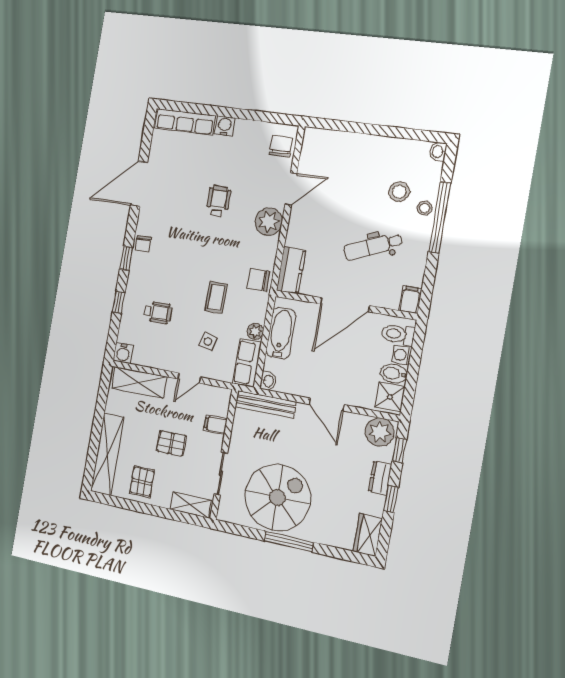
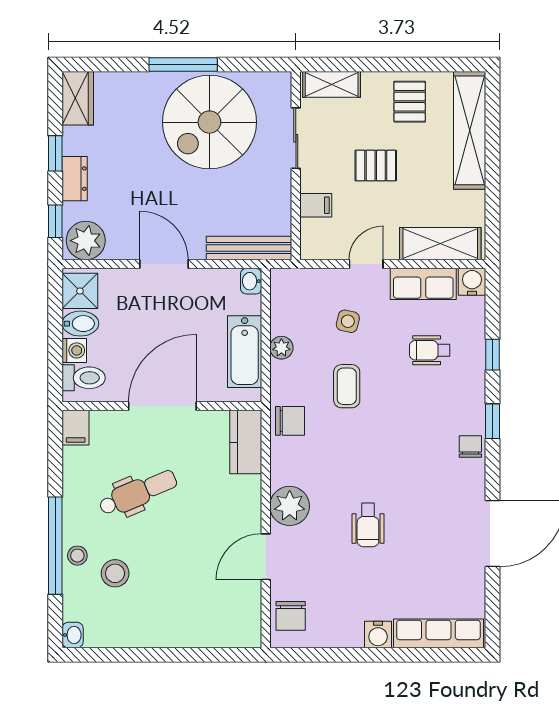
row of seats: (247, 363) -> (423, 284), moved, turned 90

